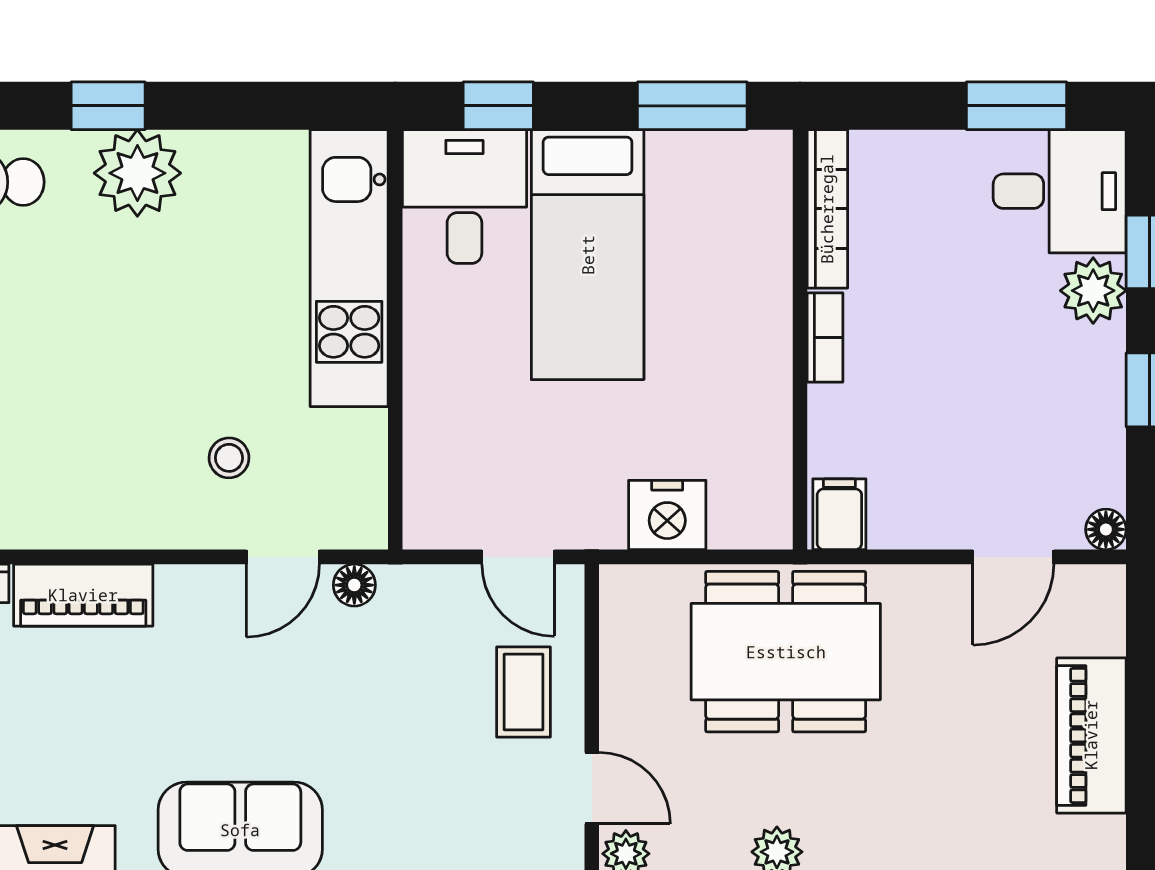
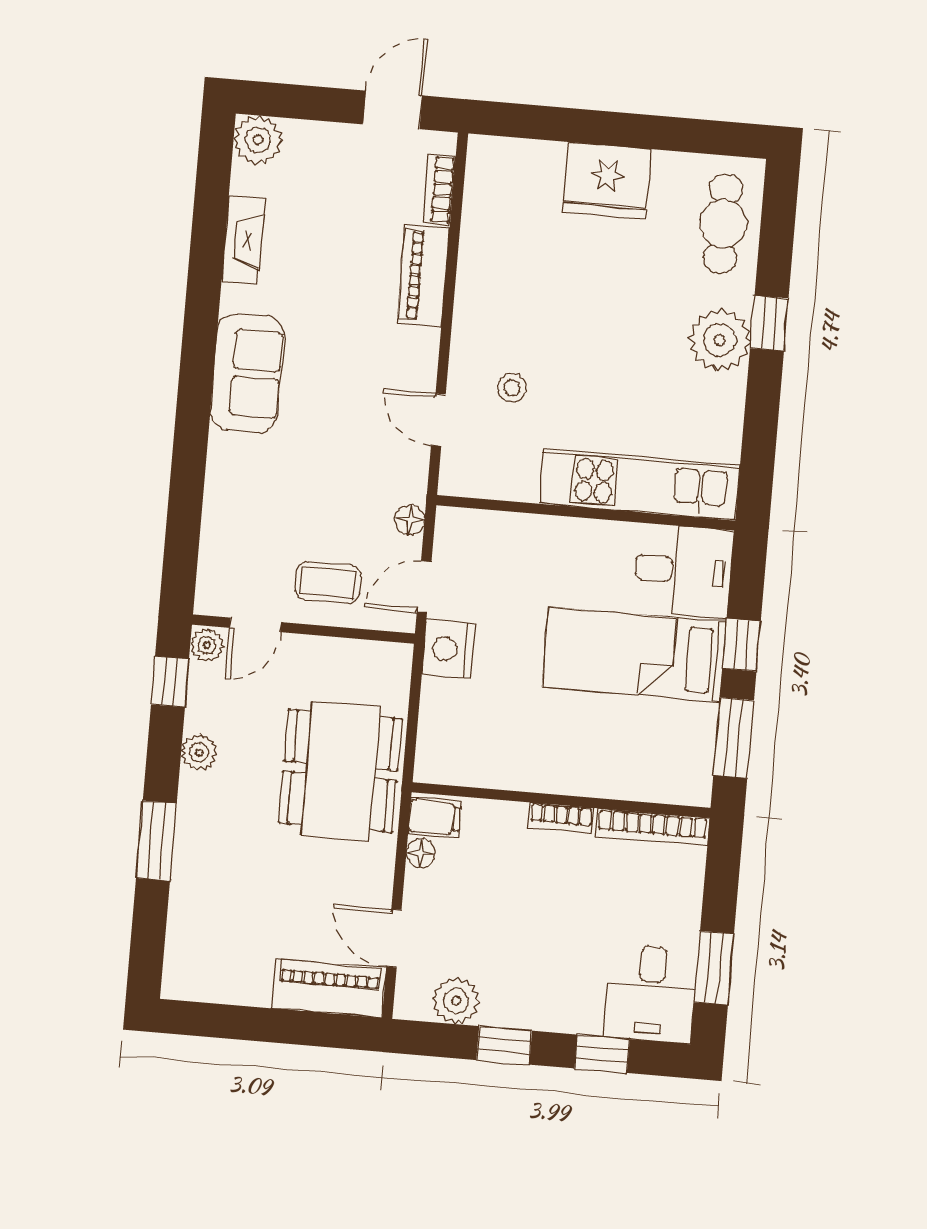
window: (498, 106) -> (742, 645), moved
plant: (1093, 291) -> (456, 1001), moved
nightstand: (667, 515) -> (449, 649), moved
floor lamp: (1106, 529) -> (421, 853), moved
floor lamp: (354, 585) -> (410, 520), moved
piano: (1091, 735) -> (329, 989), moved

